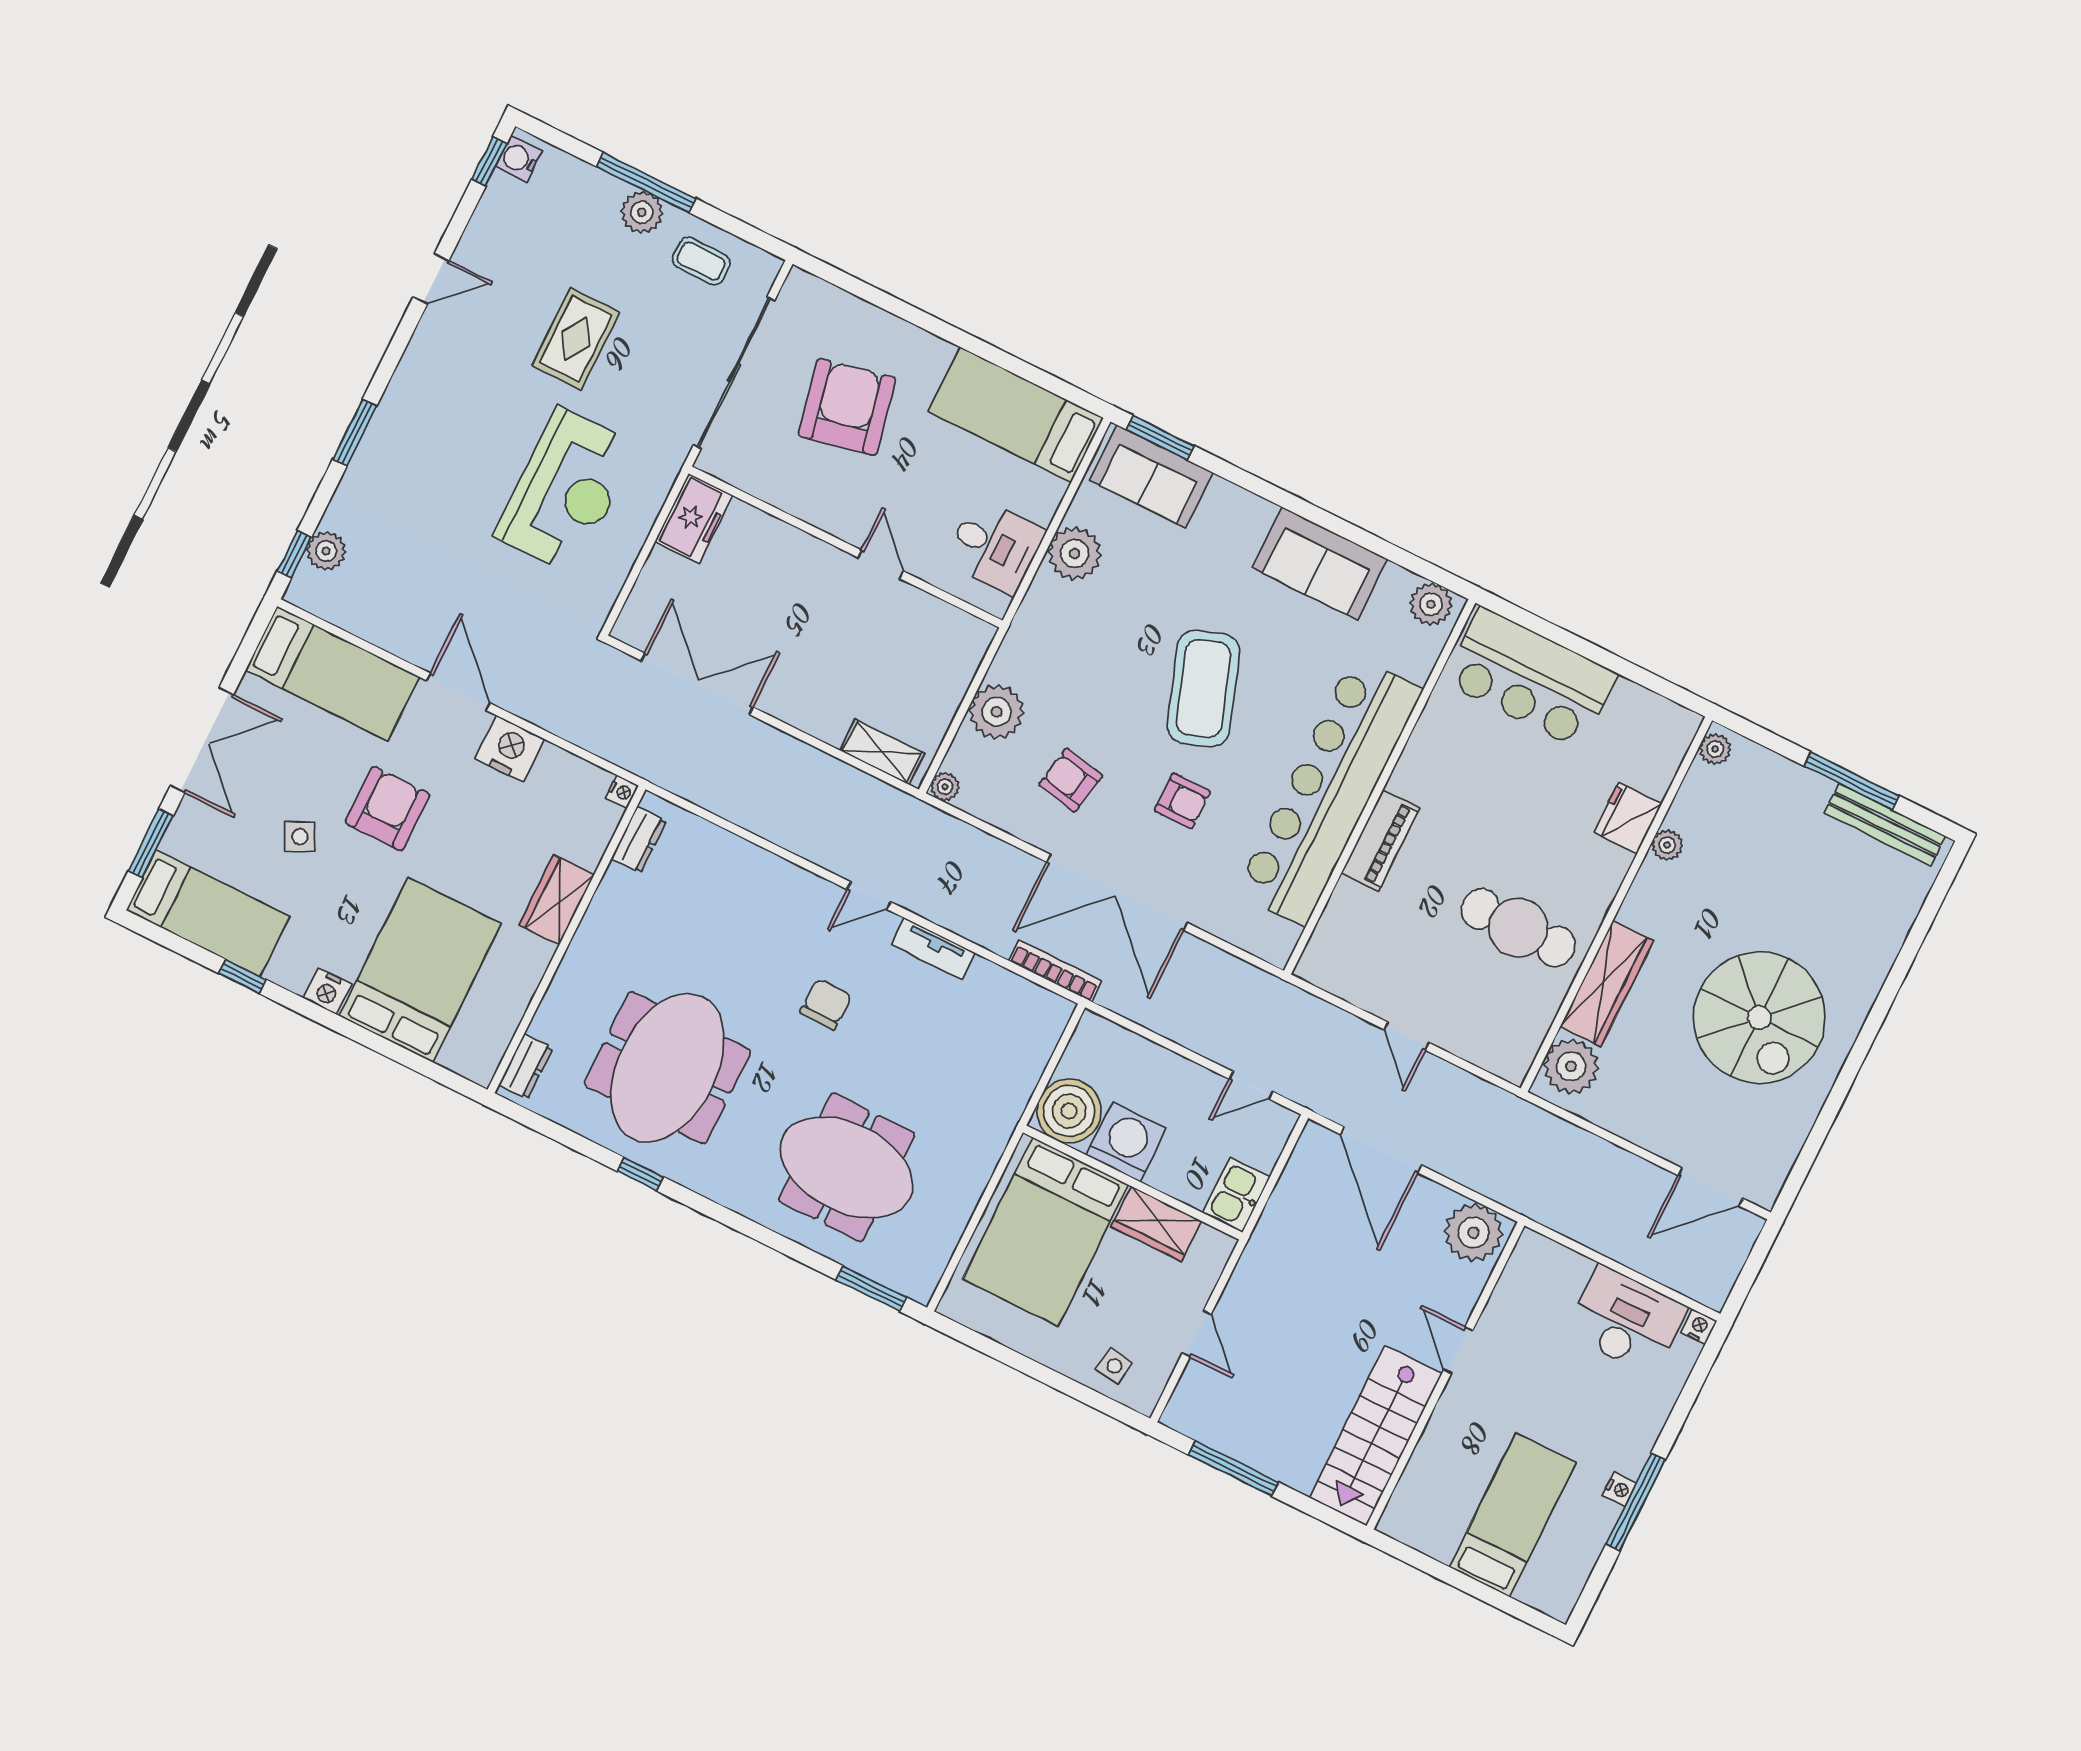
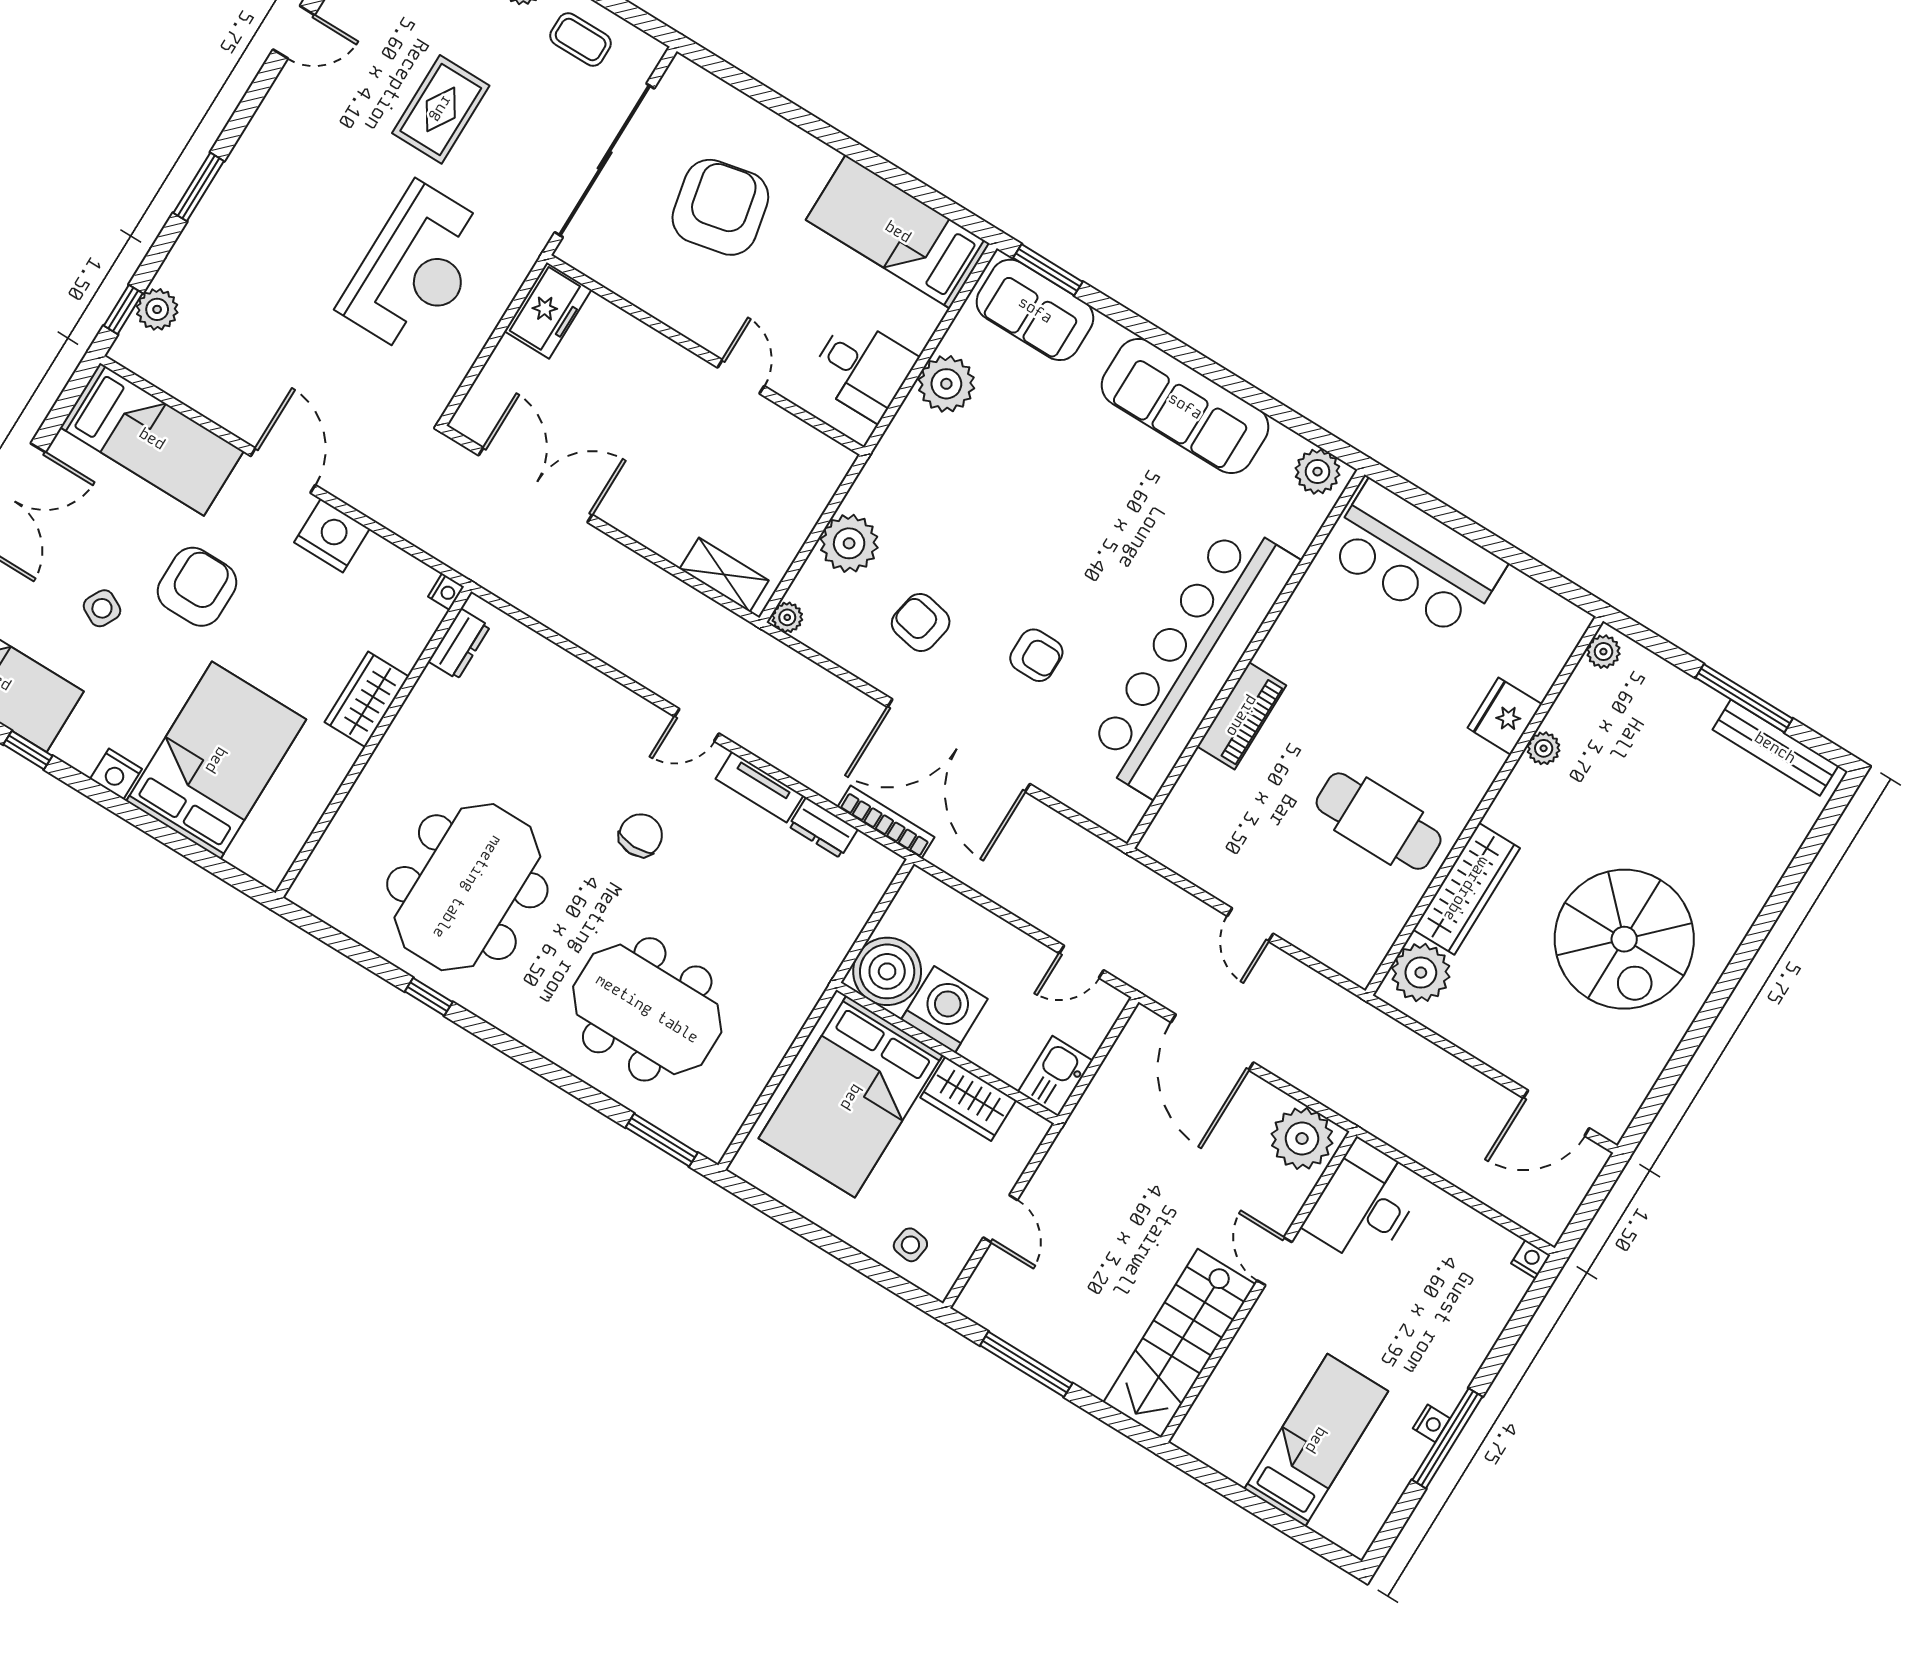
sofa: (1320, 563) -> (1185, 406), width x1.36
coffee table: (1203, 689) -> (1069, 539), removed
side table: (300, 837) -> (102, 608), turned -36
dresser: (526, 1067) -> (823, 828), moved, turned 90
desk: (1626, 1320) -> (1364, 1204), moved, turned -90

